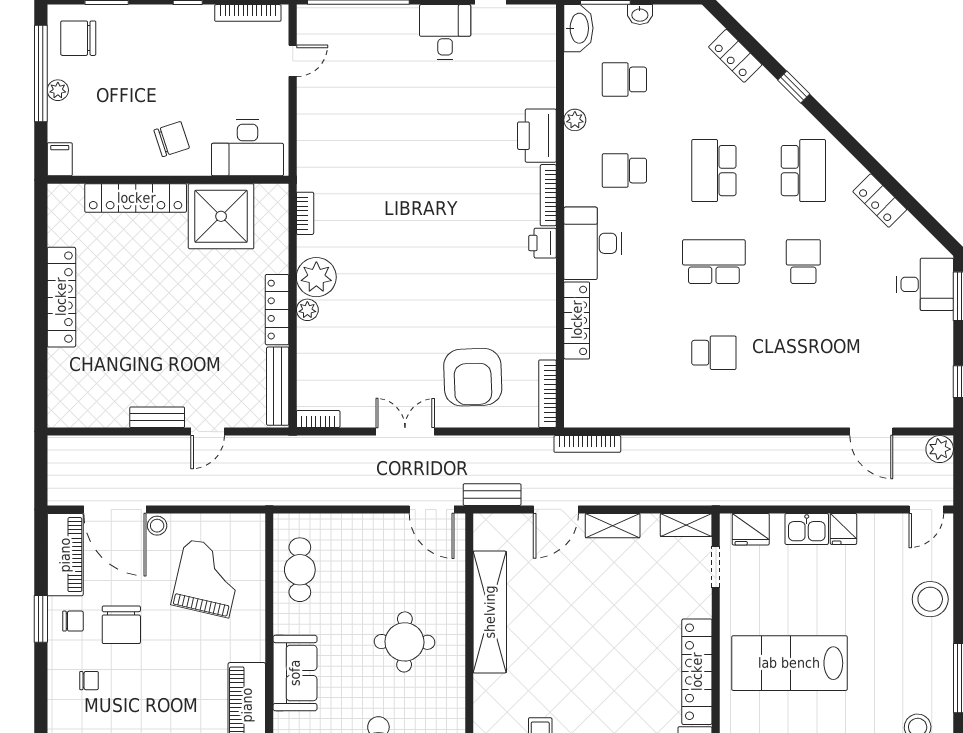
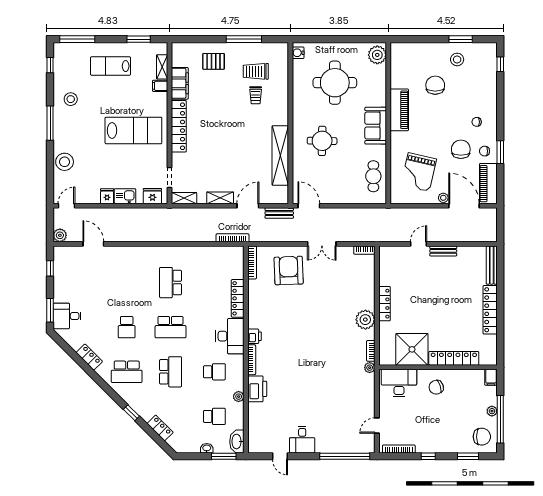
school desk: (803, 171) -> (127, 372), turned -90
plant: (307, 310) -> (370, 368), moved
school desk: (714, 353) -> (171, 283), width x1.85
bench: (278, 386) -> (492, 265), moved

